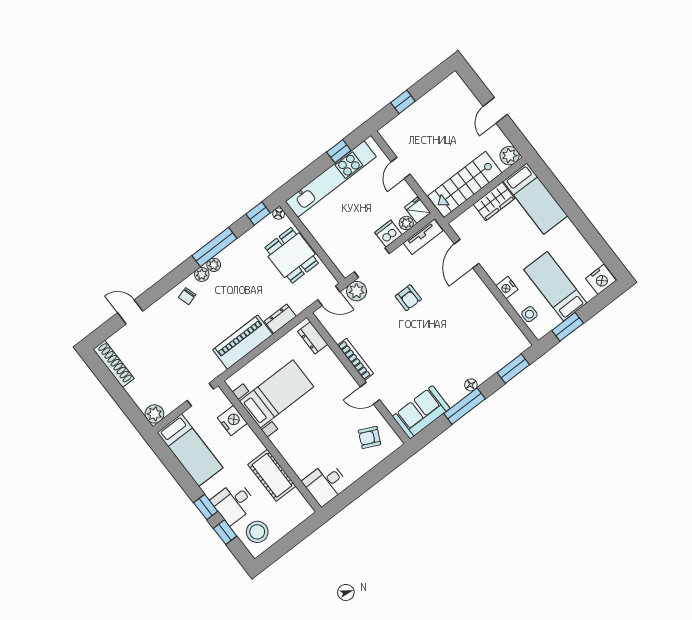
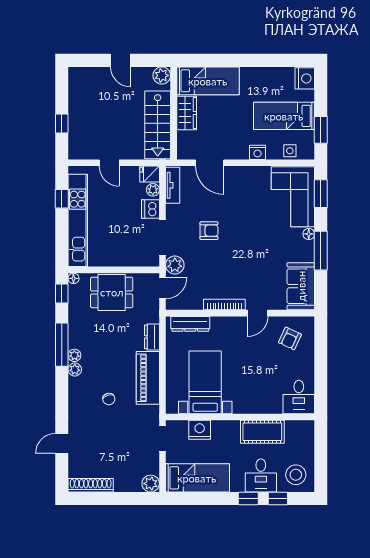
chair: (187, 296) -> (109, 399), moved
dresser: (313, 338) -> (190, 324), width x1.44
corner sofa: (492, 347) -> (293, 197), added

